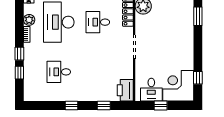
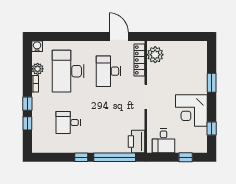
window: (198, 16) -> (212, 83), moved
desk: (98, 22) -> (108, 71), width x1.37
corner desk: (178, 86) -> (191, 110), moved, turned -90
window: (104, 105) -> (115, 157), width x3.17
window: (161, 105) -> (186, 157), moved

